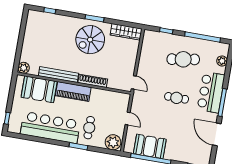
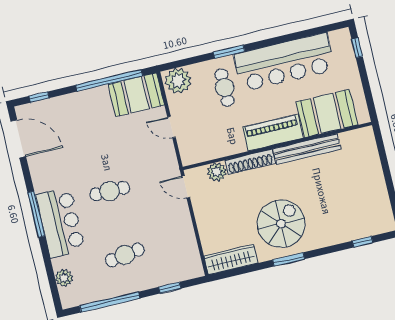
cafe table: (183, 59) -> (125, 255), width x0.73, depth x0.74
plant: (24, 68) -> (217, 172), moved
door: (217, 134) -> (18, 139), moved
booth: (150, 146) -> (136, 95), moved

